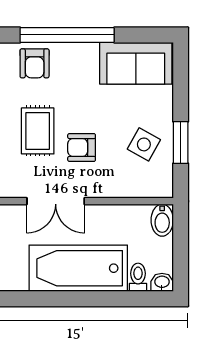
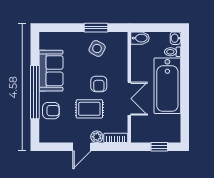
sofa: (136, 63) -> (51, 71), moved

